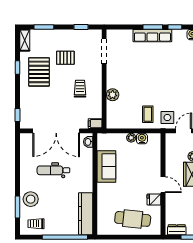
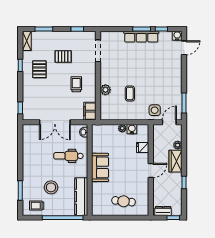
pallet: (39, 72) -> (39, 69), width x0.67, depth x0.71
coffee table: (148, 114) -> (130, 94), moved
filing cabinet: (95, 124) -> (90, 111), width x2.00
double door: (56, 131) -> (55, 122), width x0.73
sofa: (106, 166) -> (100, 167), moved
dental chair: (53, 170) -> (68, 156), moved
door: (163, 185) -> (151, 170), hinge flipped
stool: (31, 199) -> (51, 187), moved
fridge: (154, 199) -> (143, 148), moved
cafe table: (133, 219) -> (124, 201), width x0.73, depth x0.74

